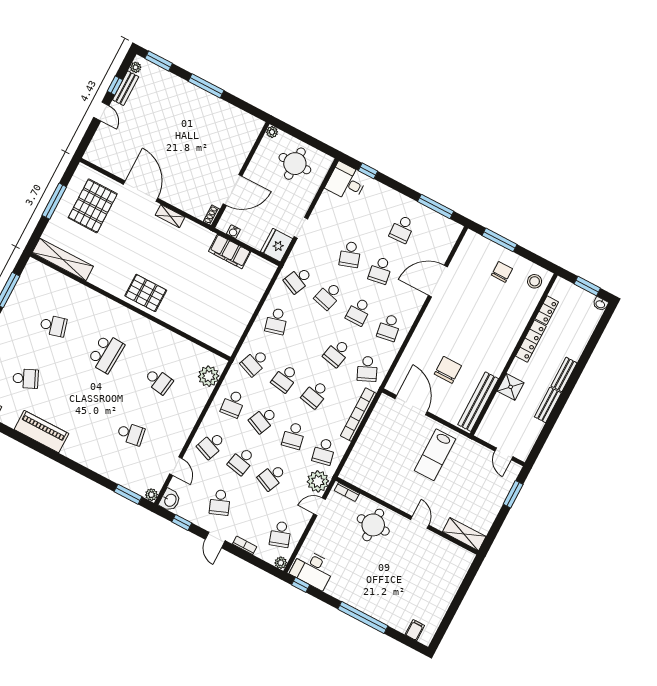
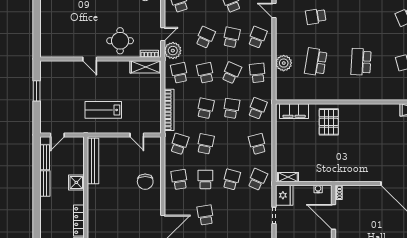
door: (233, 190) -> (333, 217), hinge flipped
shelving: (170, 216) -> (288, 177), moved
filing cabinet: (230, 252) -> (294, 111), moved, turned 180
school desk: (350, 254) -> (231, 215), removed
pallet: (146, 293) -> (329, 122), moved, turned 90
school desk: (367, 369) -> (179, 144), turned 42
chair: (448, 370) -> (145, 182), moved
bench: (564, 374) -> (45, 157), moved
plant: (209, 376) -> (284, 63), moved
school desk: (159, 381) -> (316, 62), width x1.85
door: (411, 405) -> (137, 135), width x0.53
door: (504, 454) -> (57, 135), swing flipped
lab bench: (435, 455) -> (103, 110), turned -90
window: (513, 494) -> (37, 91), moved
shelving: (464, 534) -> (146, 67), moved

